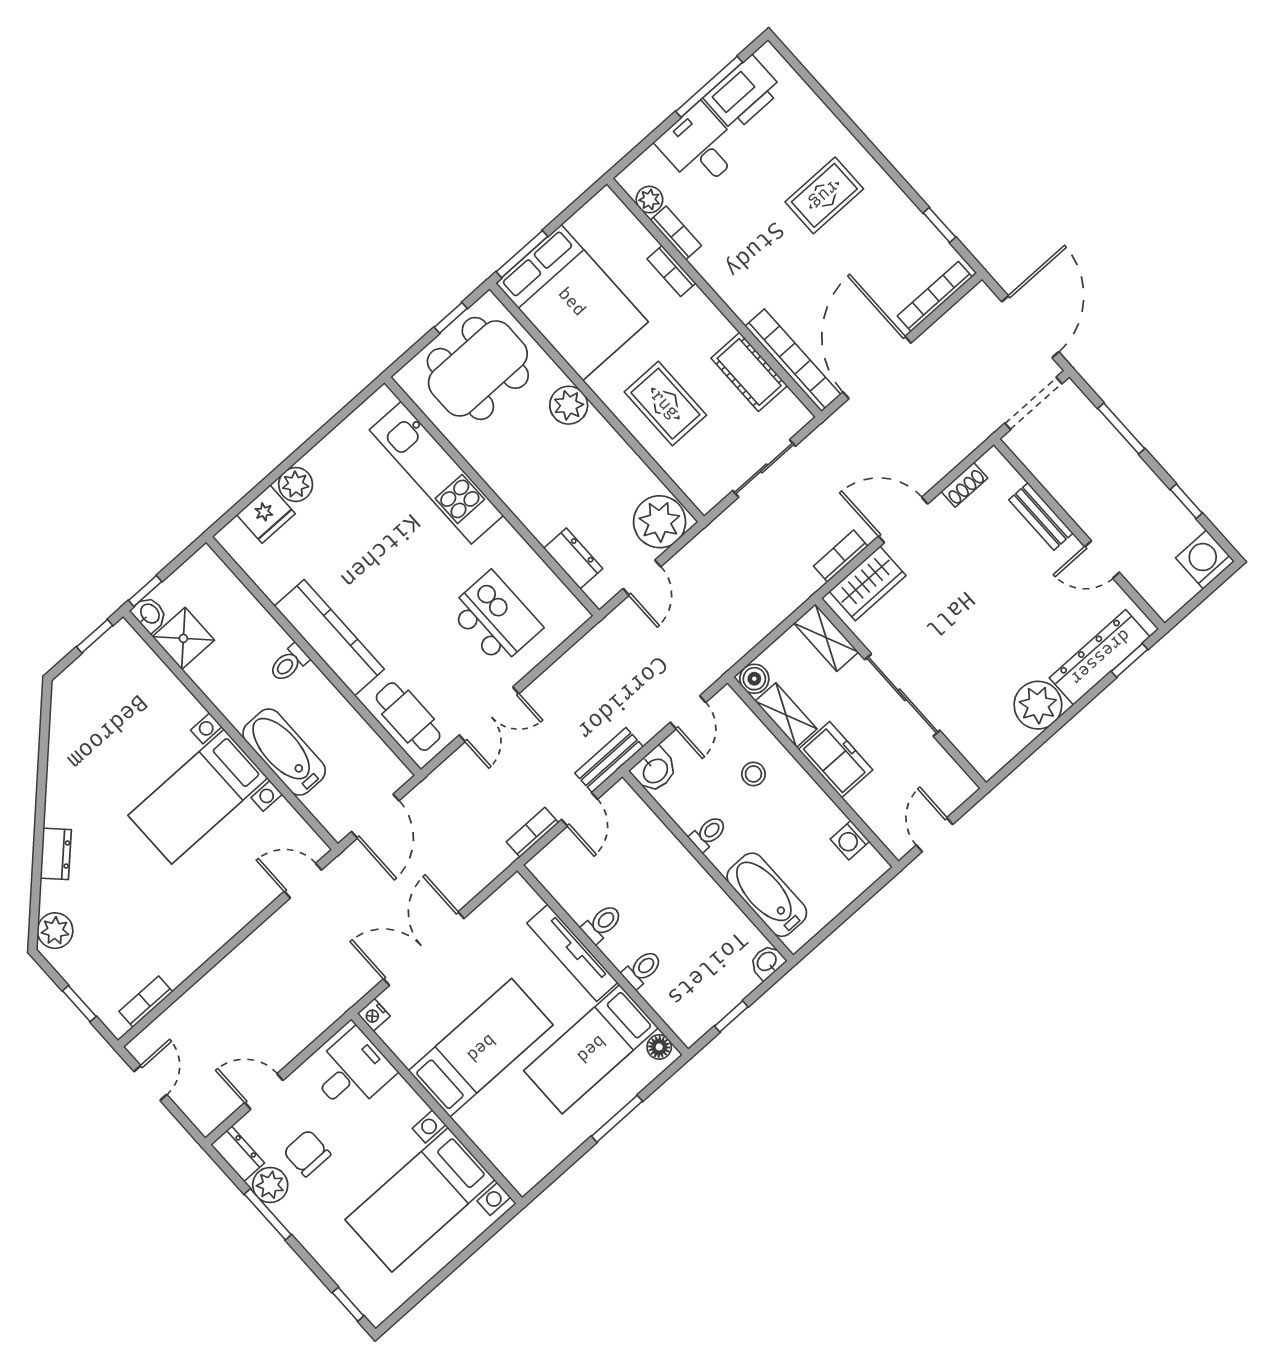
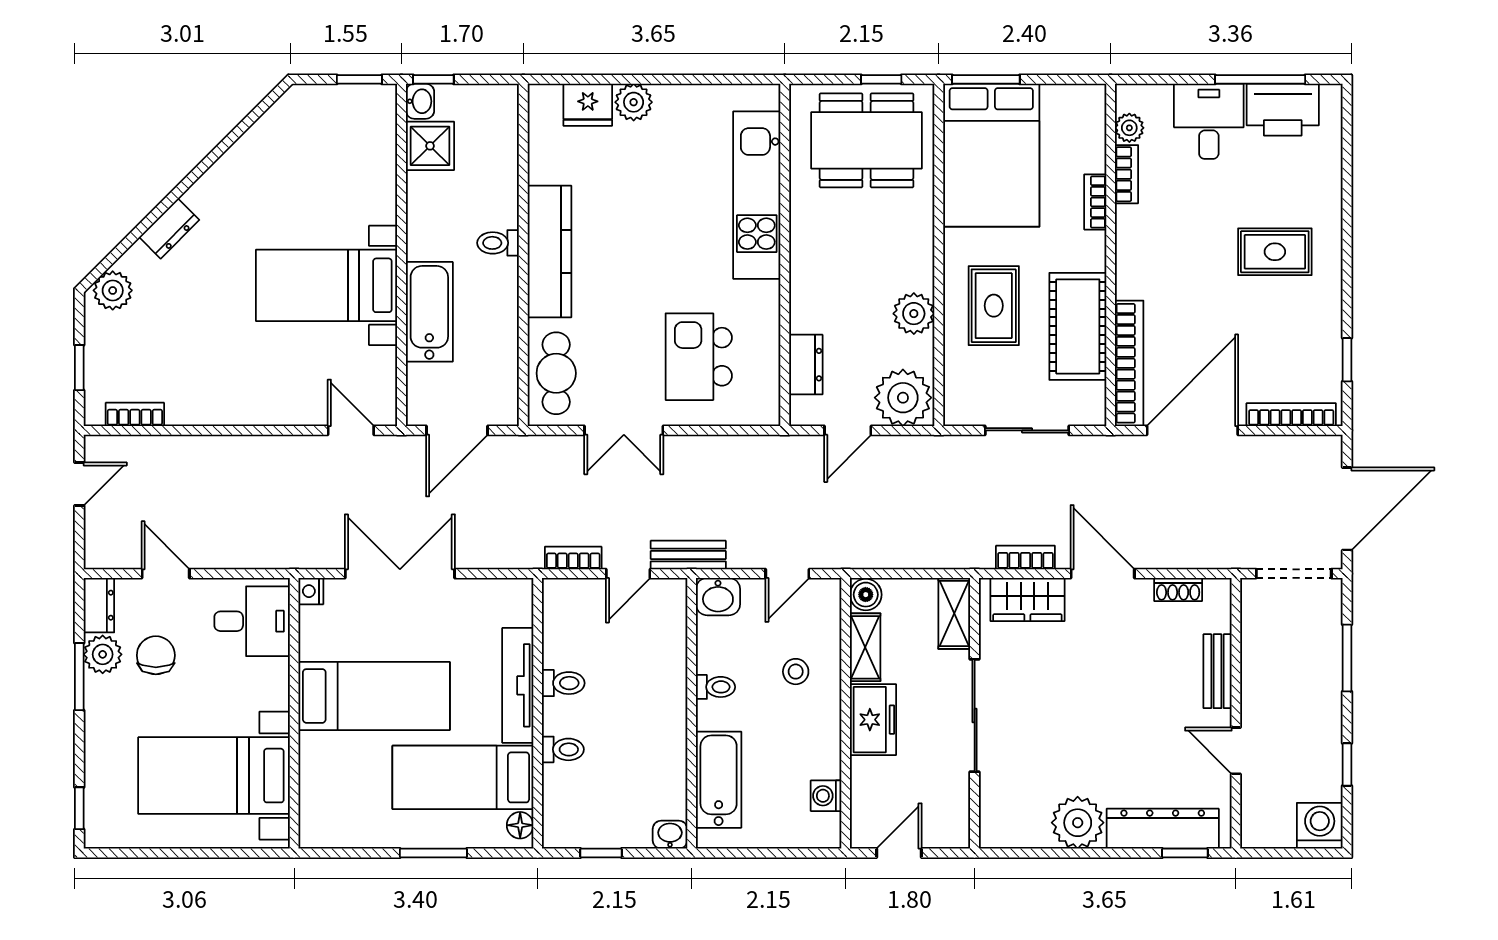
cot: (749, 372) -> (1078, 326), width x1.37, depth x1.34
plant: (569, 405) -> (914, 314), moved
kitchen island: (495, 618) -> (699, 357), turned 180

